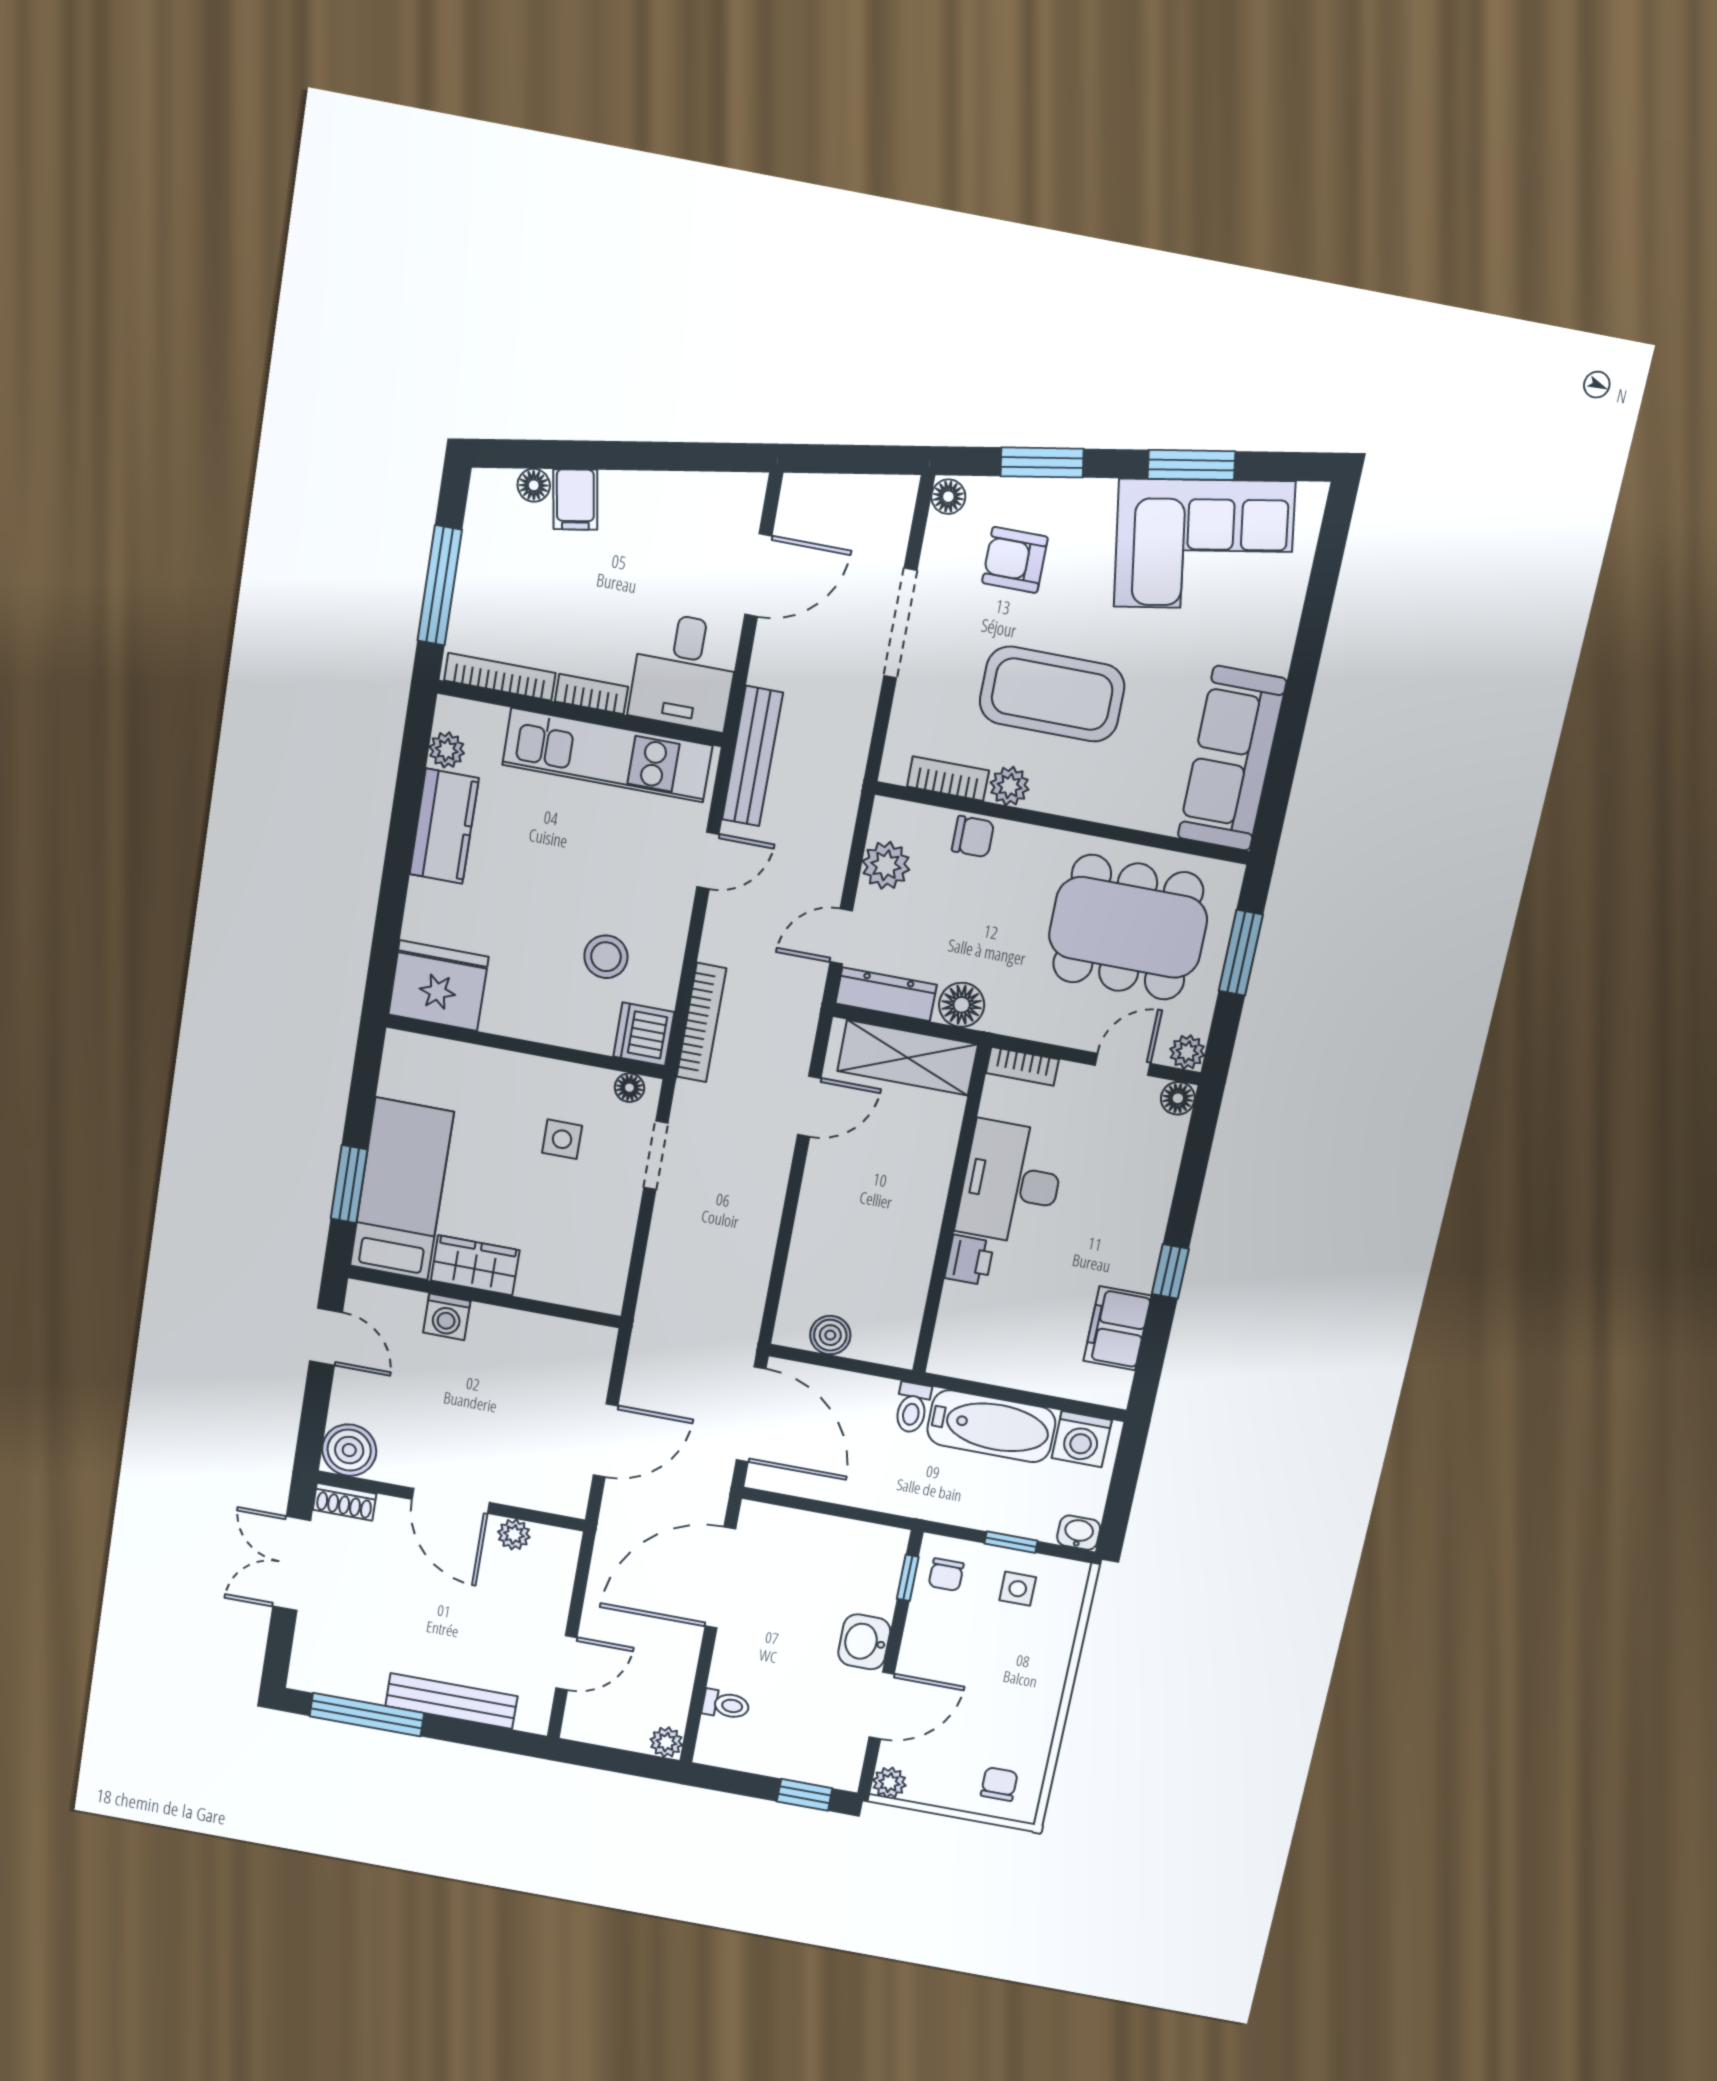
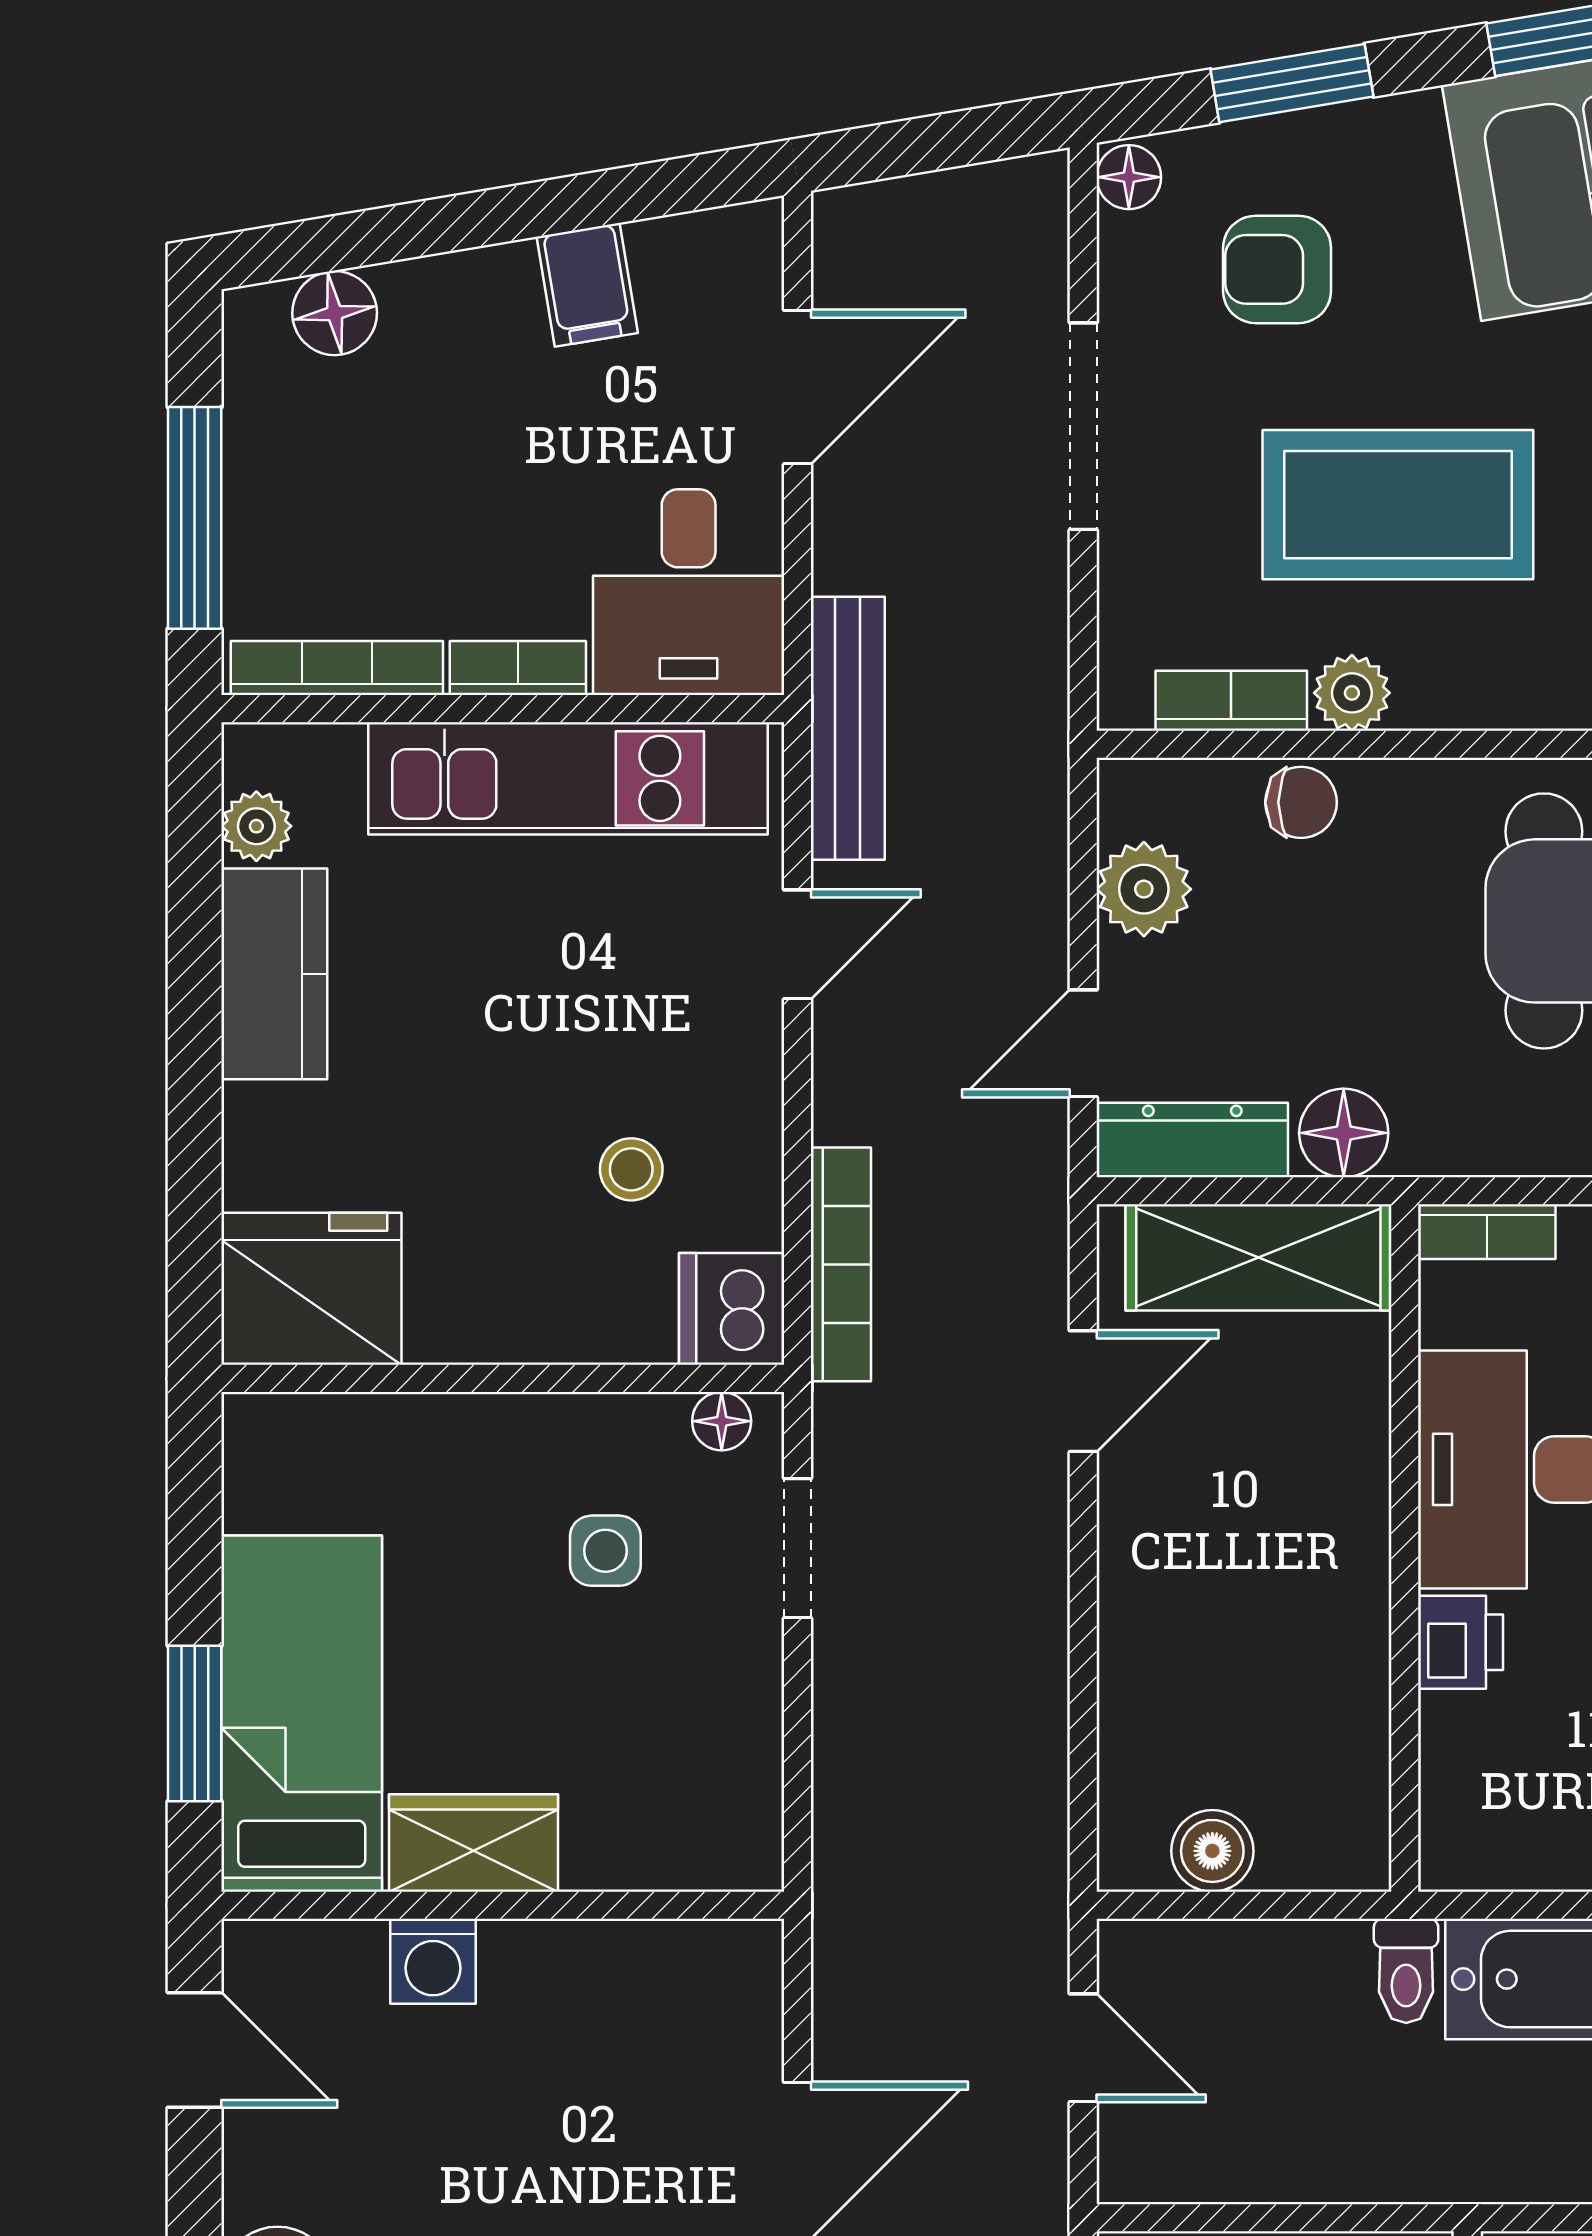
floor lamp: (534, 485) -> (335, 313), width x1.37, depth x1.37
filing cabinet: (575, 500) -> (587, 285), moved
stool: (606, 957) -> (631, 1169), width x0.73, depth x0.73
door: (751, 1414) -> (1083, 2048), width x0.53

